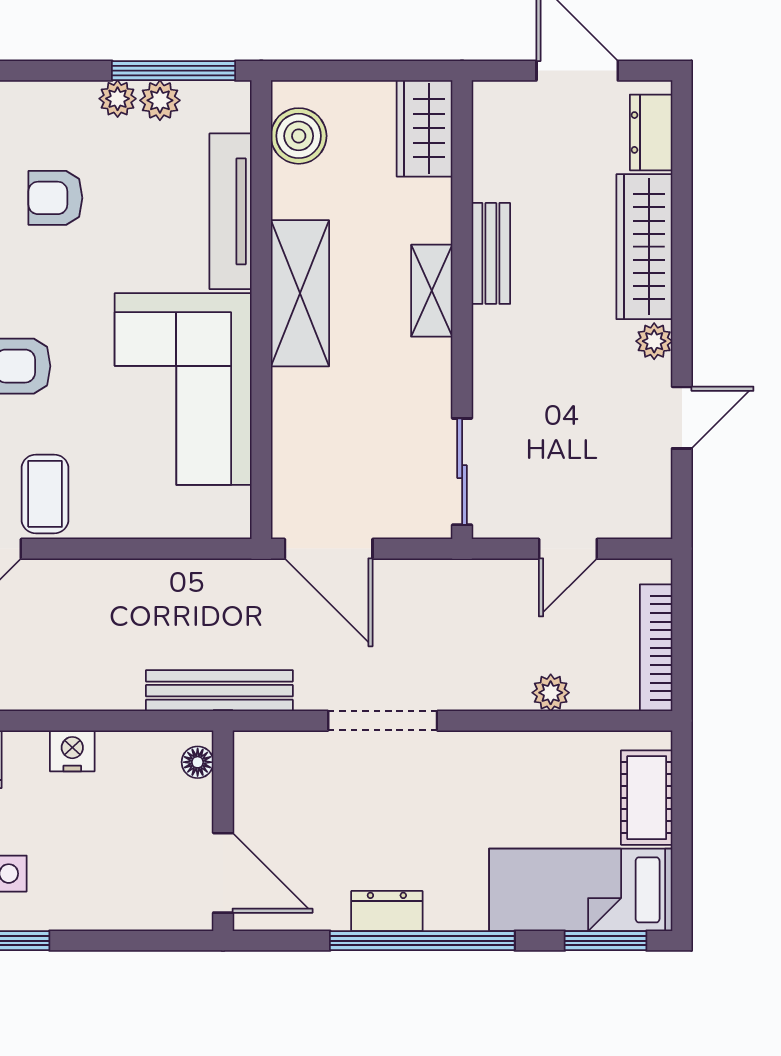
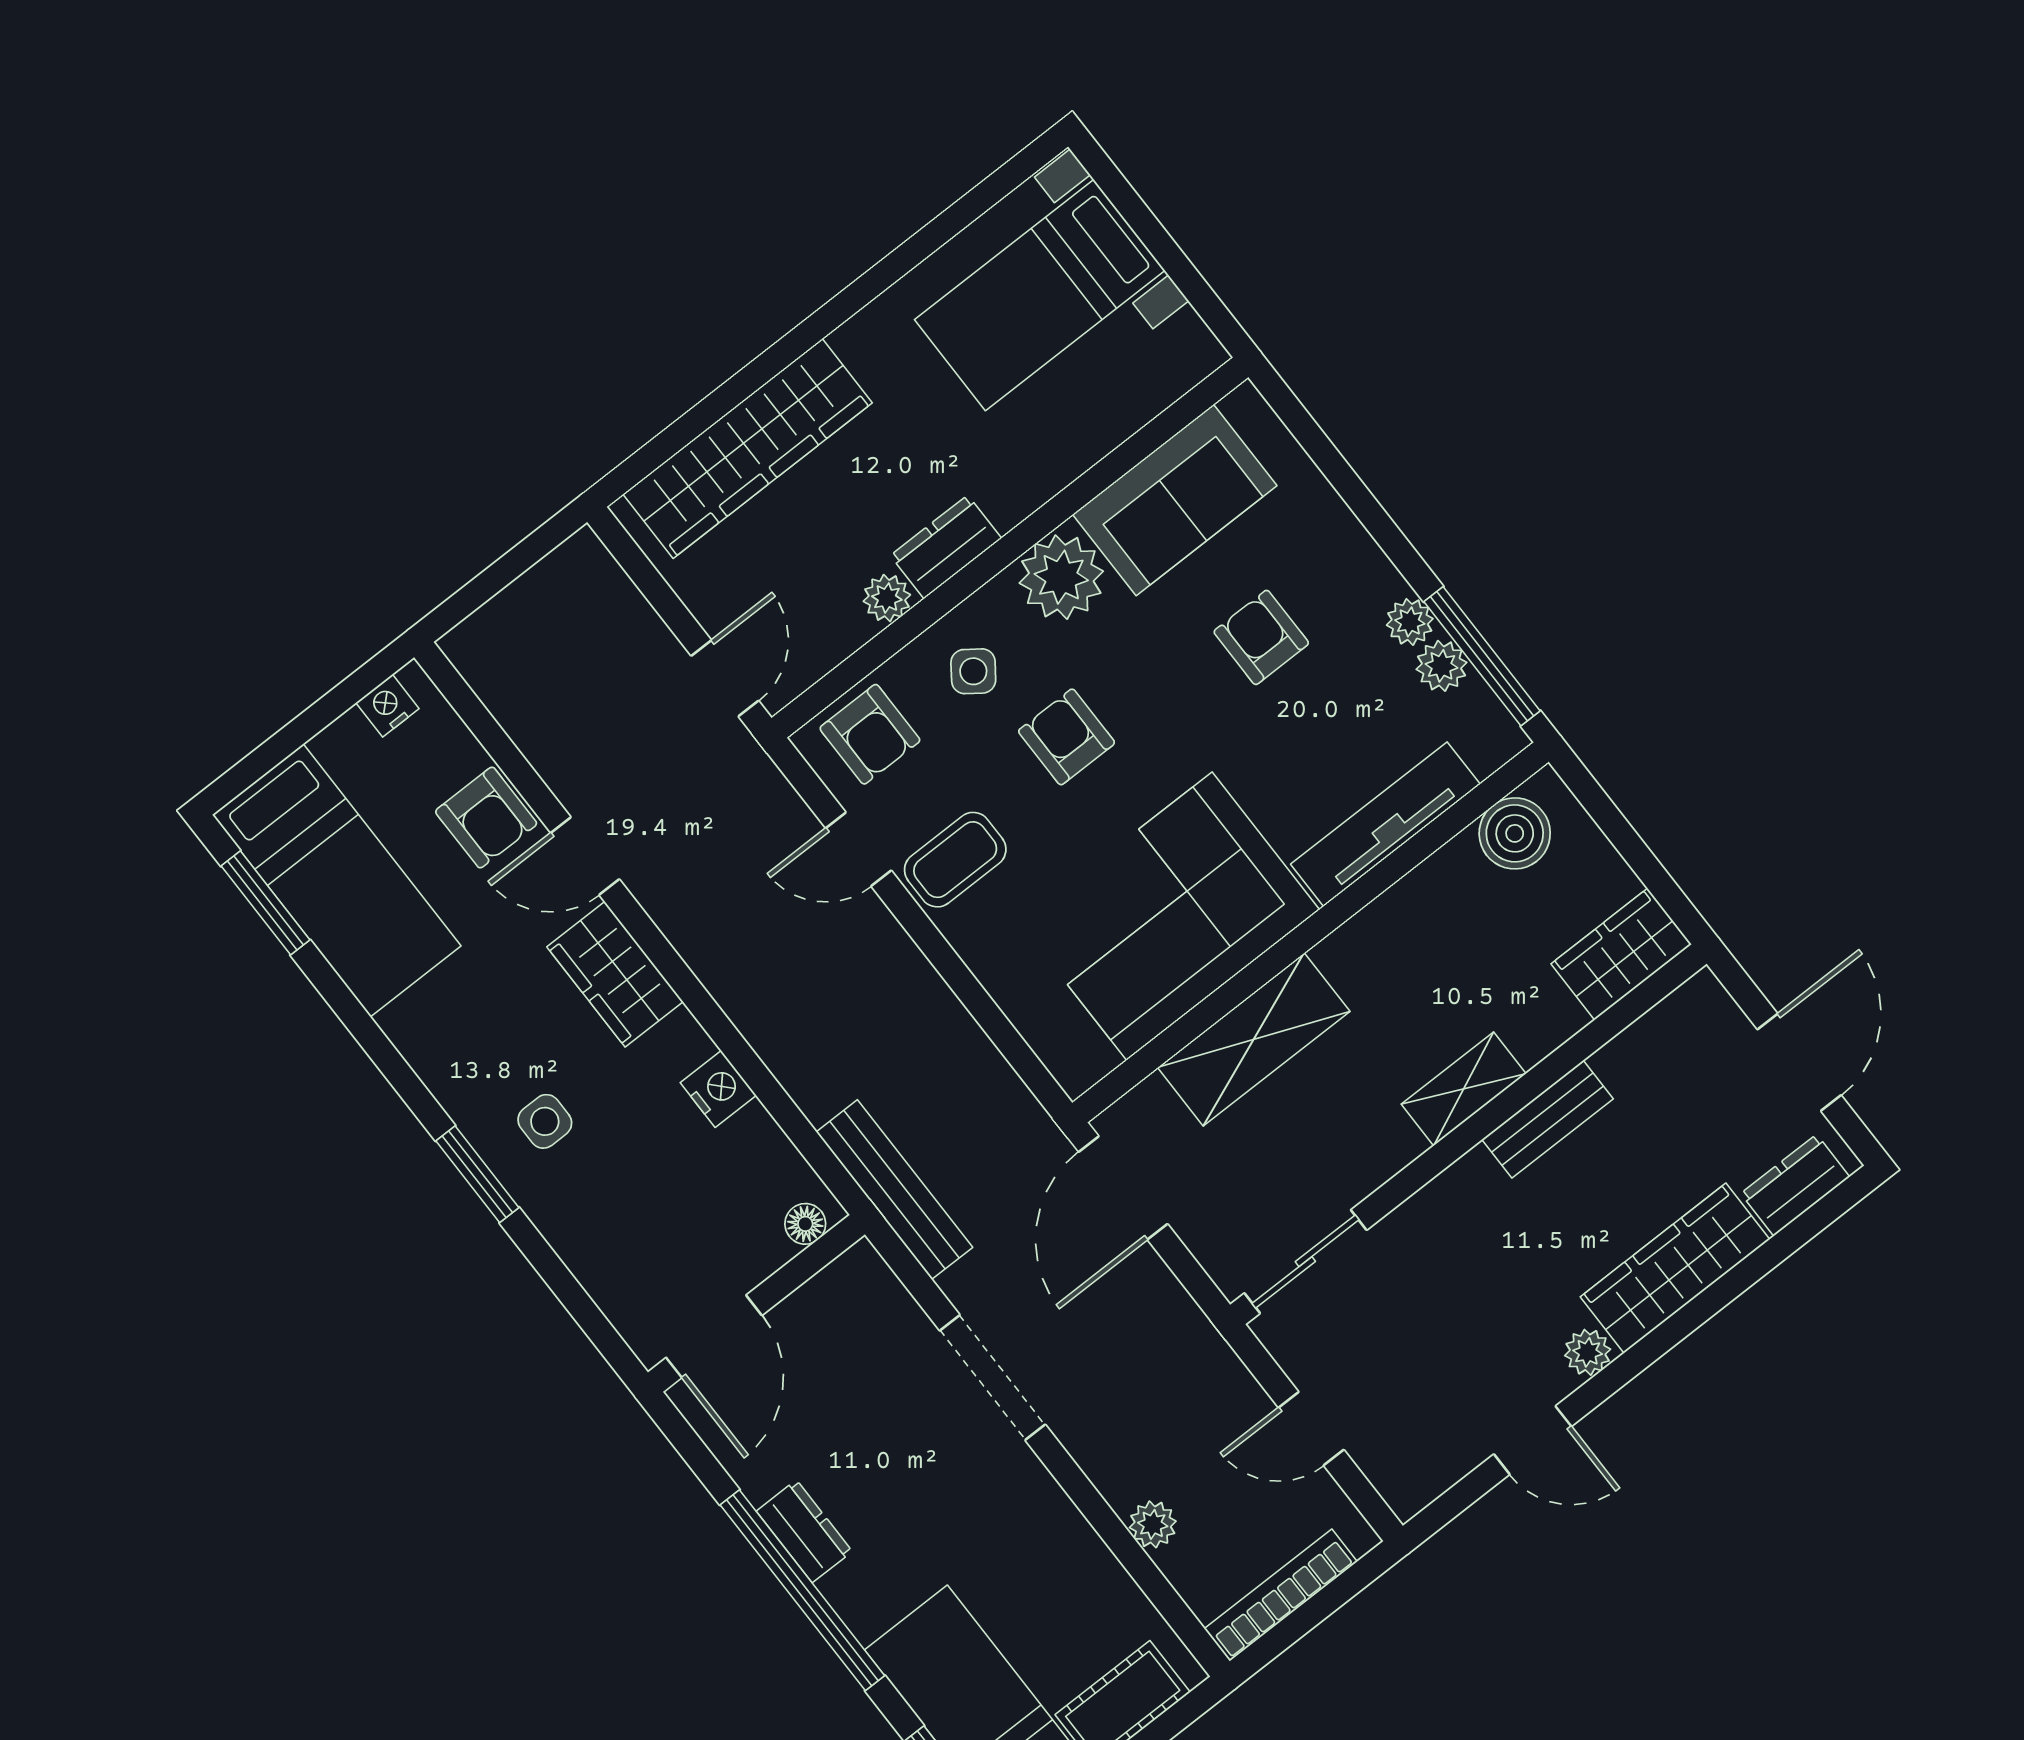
shelving: (300, 293) -> (1254, 1039), moved

